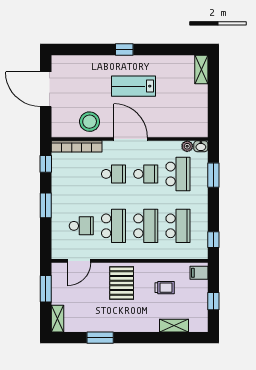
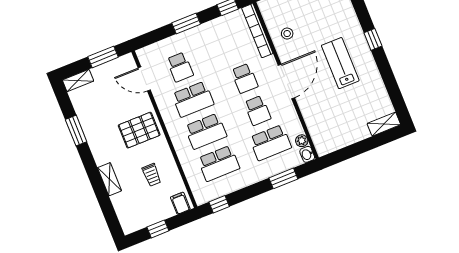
stool: (90, 122) -> (287, 34), width x0.53, depth x0.53
shelving: (174, 326) -> (110, 179), moved

